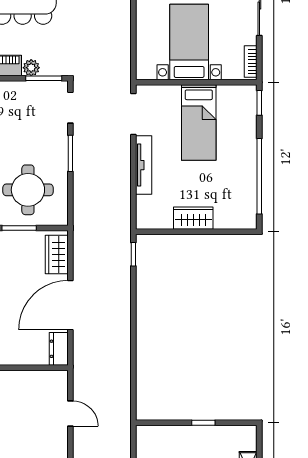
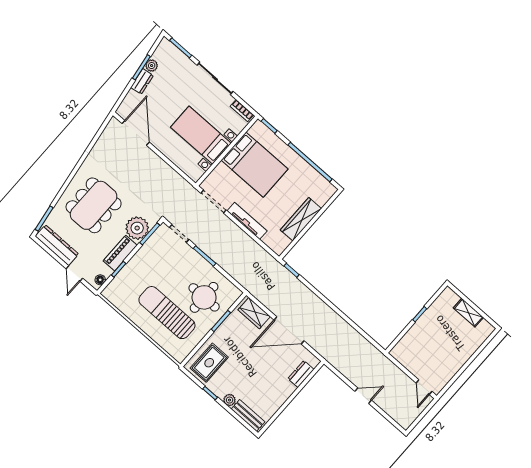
plant: (31, 68) -> (137, 228), width x1.88, depth x1.88
bed: (199, 122) -> (255, 165), width x1.50
wardrobe: (193, 218) -> (301, 219), width x1.50
door: (70, 305) -> (289, 330), hinge flipped
dresser: (59, 349) -> (301, 374), moved, turned 90
door: (70, 414) -> (363, 396), moved

